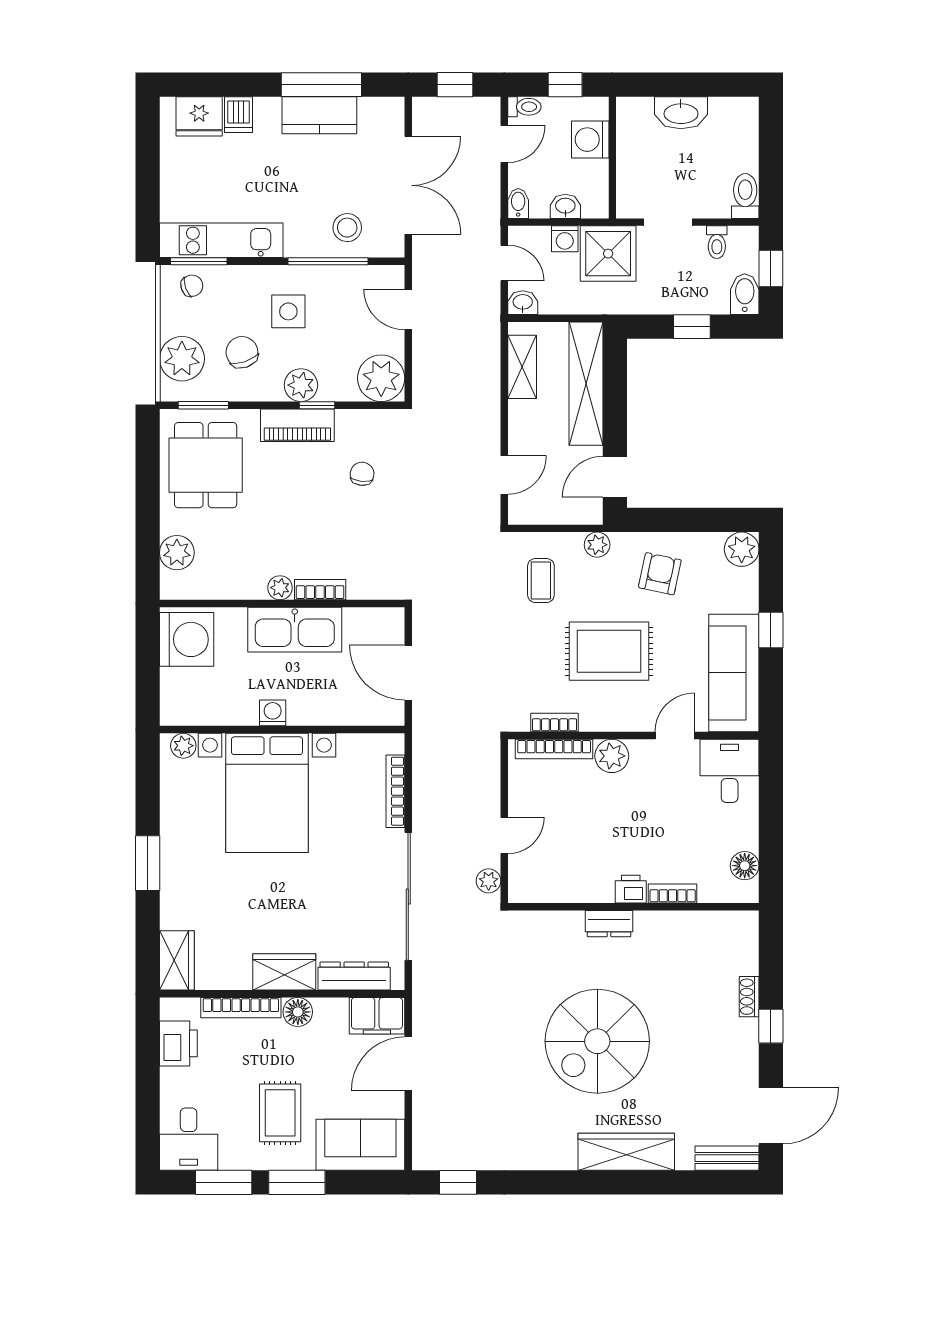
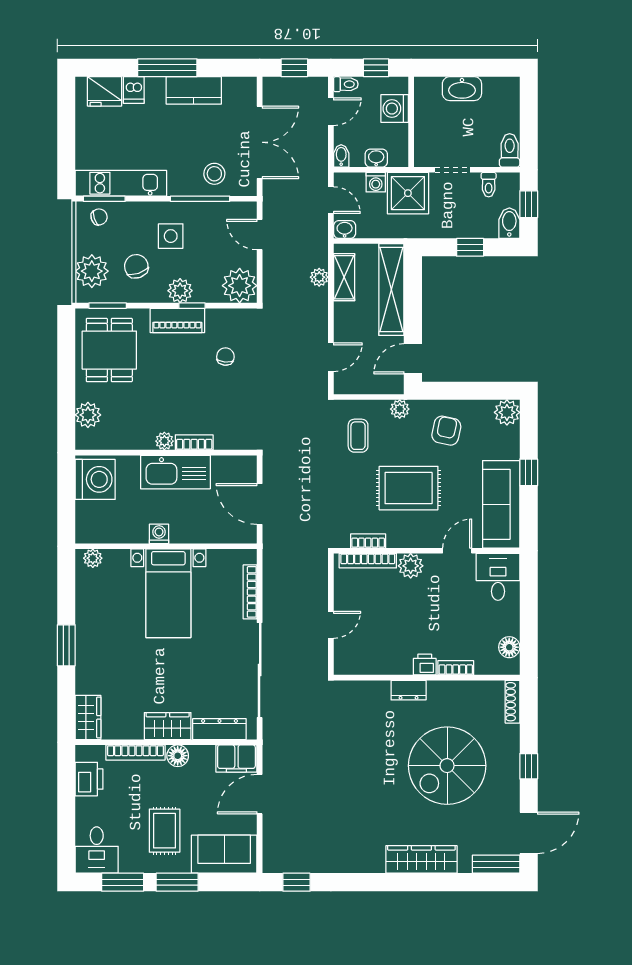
window: (321, 85) -> (167, 68), moved
bed with nightstands: (267, 793) -> (168, 593), width x0.73
plant: (489, 881) -> (319, 277), moved
shoe rack: (749, 997) -> (513, 702), moved, width x1.43
spiral stairs: (597, 1041) -> (447, 766), moved

